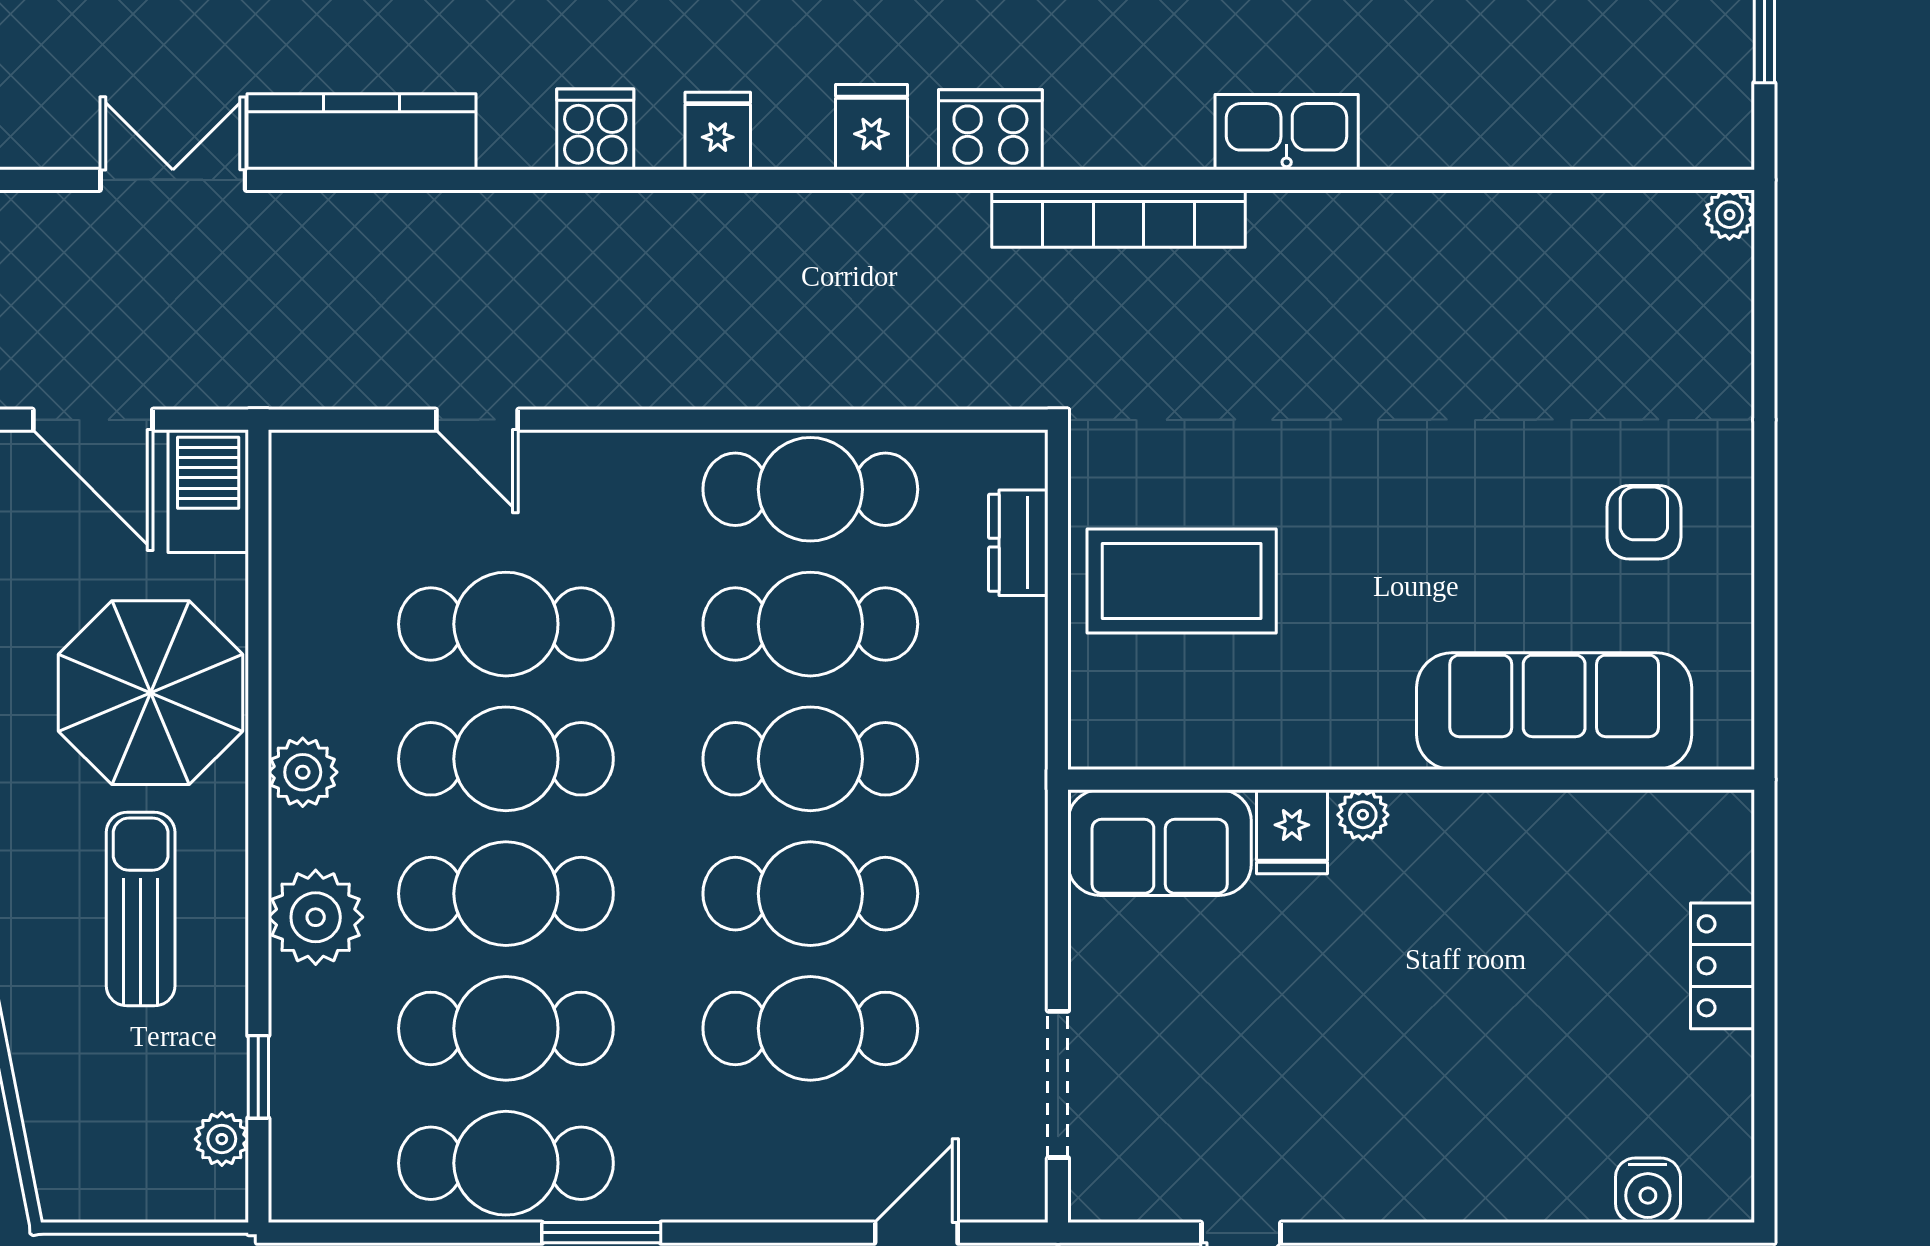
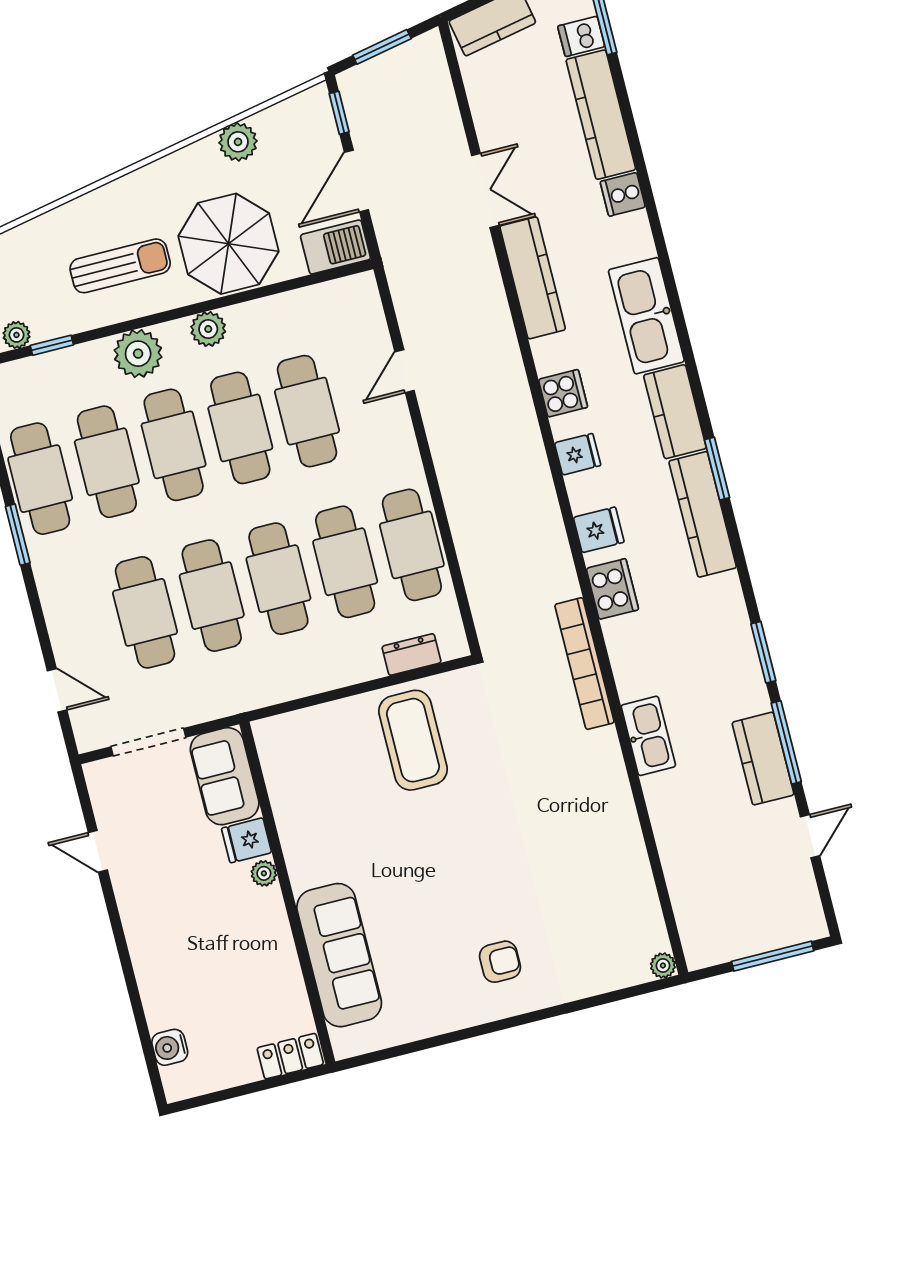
sofa: (1554, 711) -> (339, 955), moved
wall: (1411, 780) -> (287, 893), moved
plant: (1363, 815) -> (264, 873), moved
fridge: (1292, 832) -> (247, 840), moved
sofa: (1160, 843) -> (225, 776), moved

